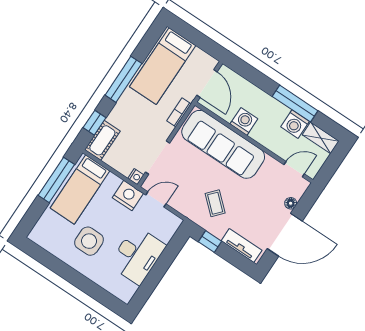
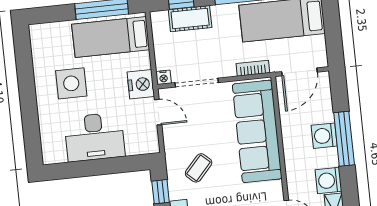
window: (295, 104) -> (344, 139), moved
washing machine: (244, 121) -> (324, 136), moved, turned 180
cot: (102, 140) -> (190, 19), moved

